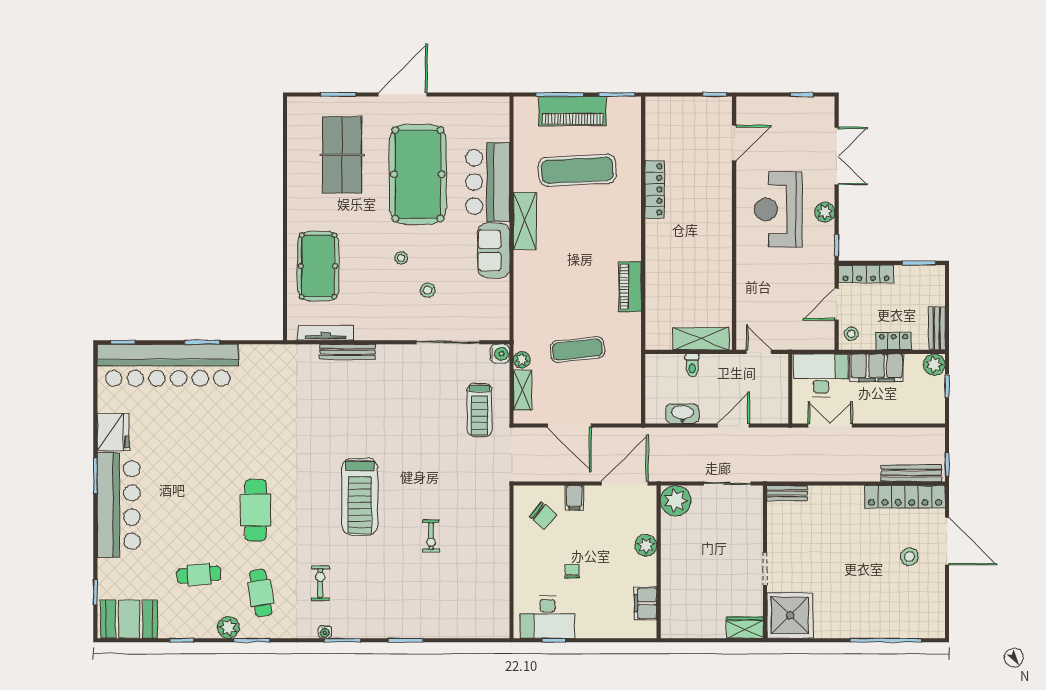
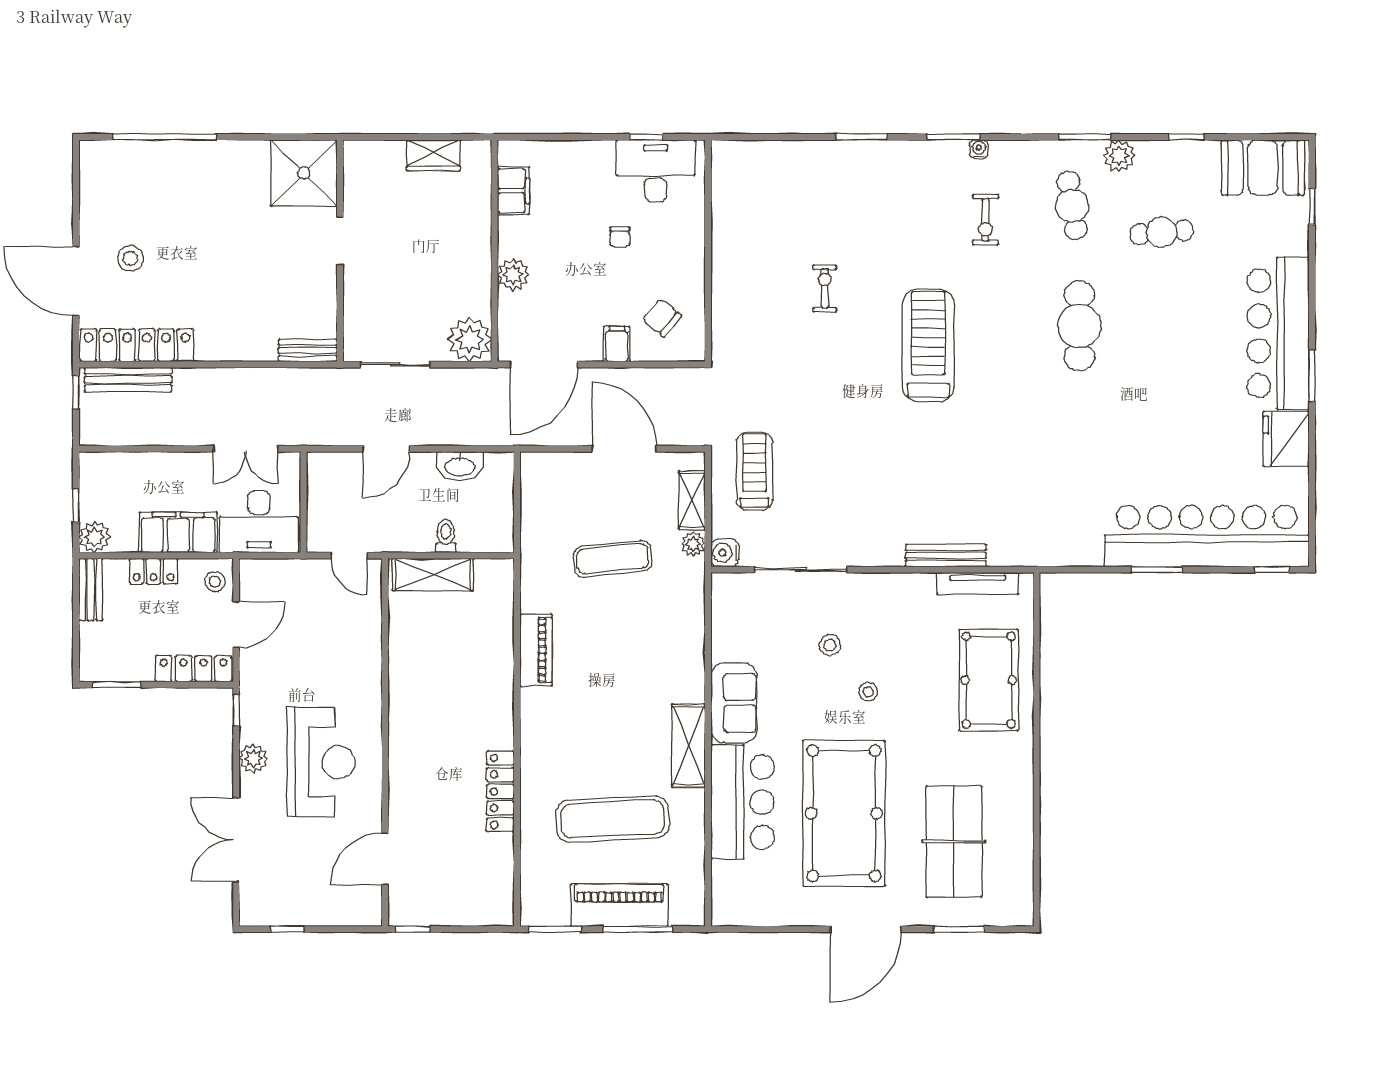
wardrobe: (745, 628) -> (433, 155), moved

